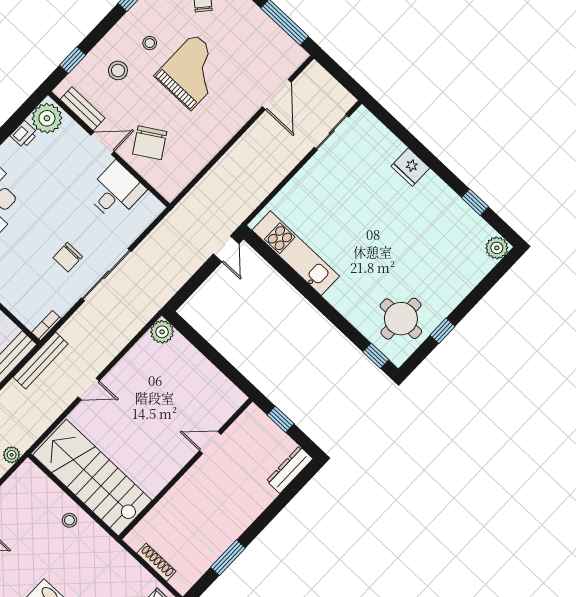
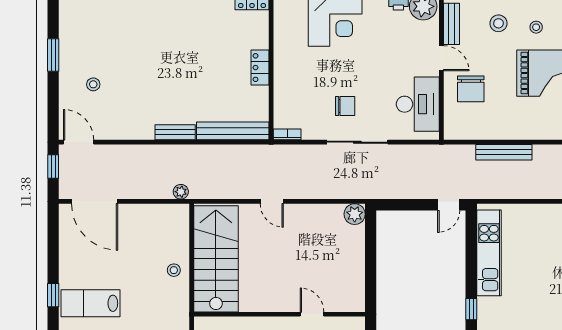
chair: (150, 143) -> (471, 89), turned -58
desk: (116, 192) -> (418, 104), width x1.37
chair: (68, 257) -> (345, 106), turned 180
window: (328, 310) -> (471, 309), added
bench: (41, 360) -> (504, 152), moved

